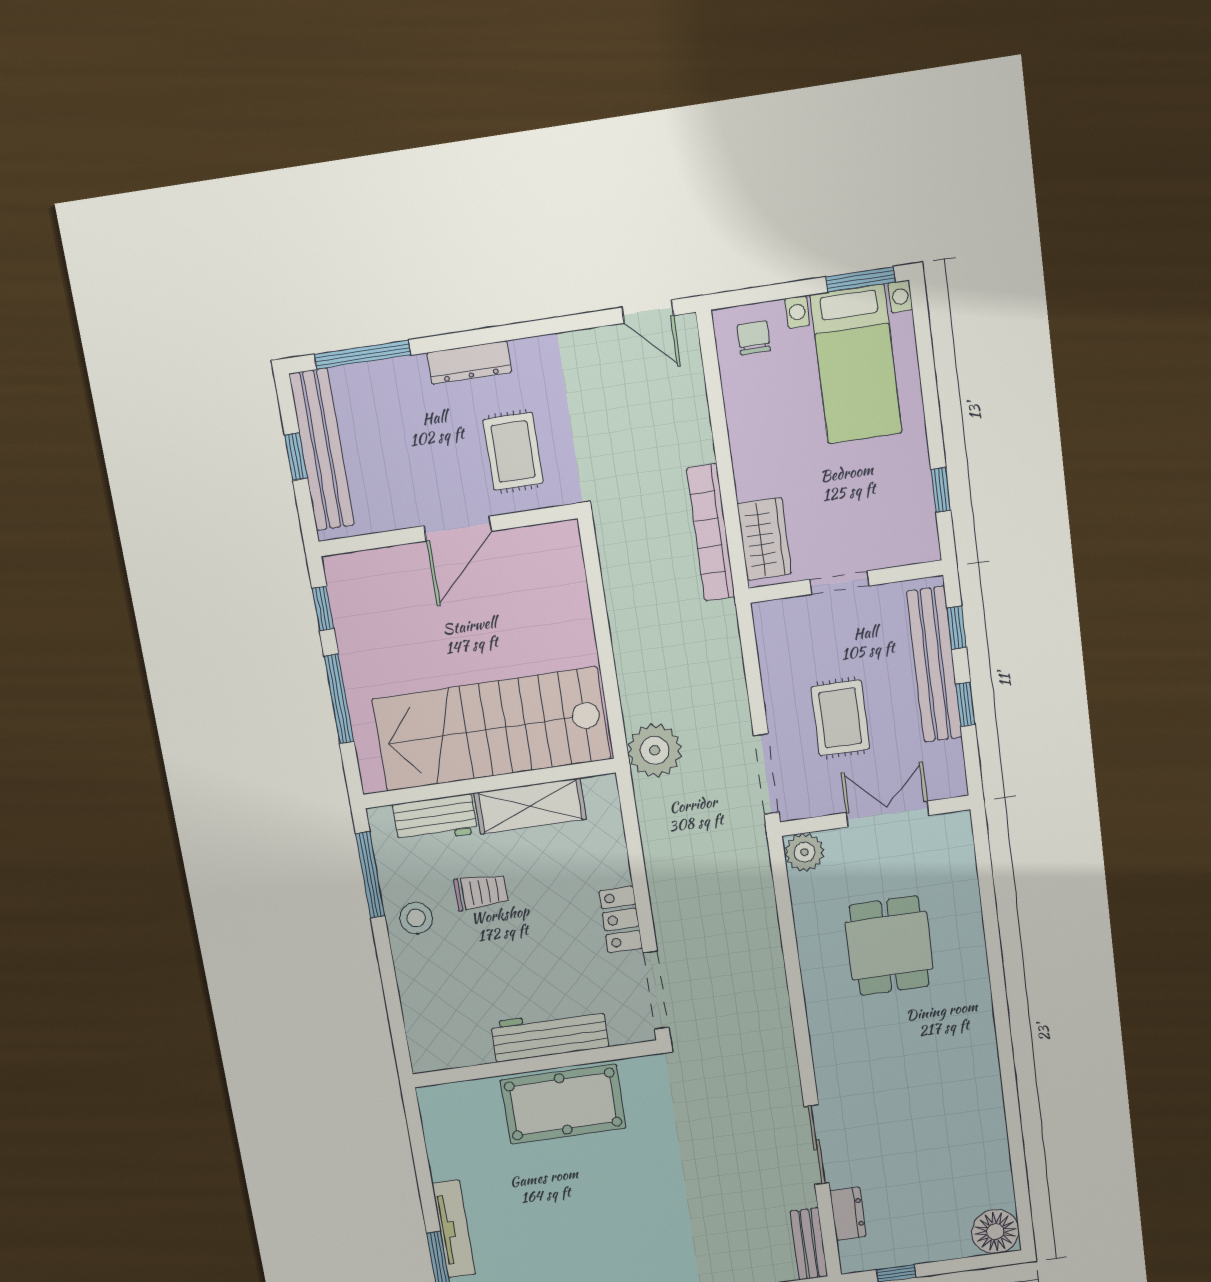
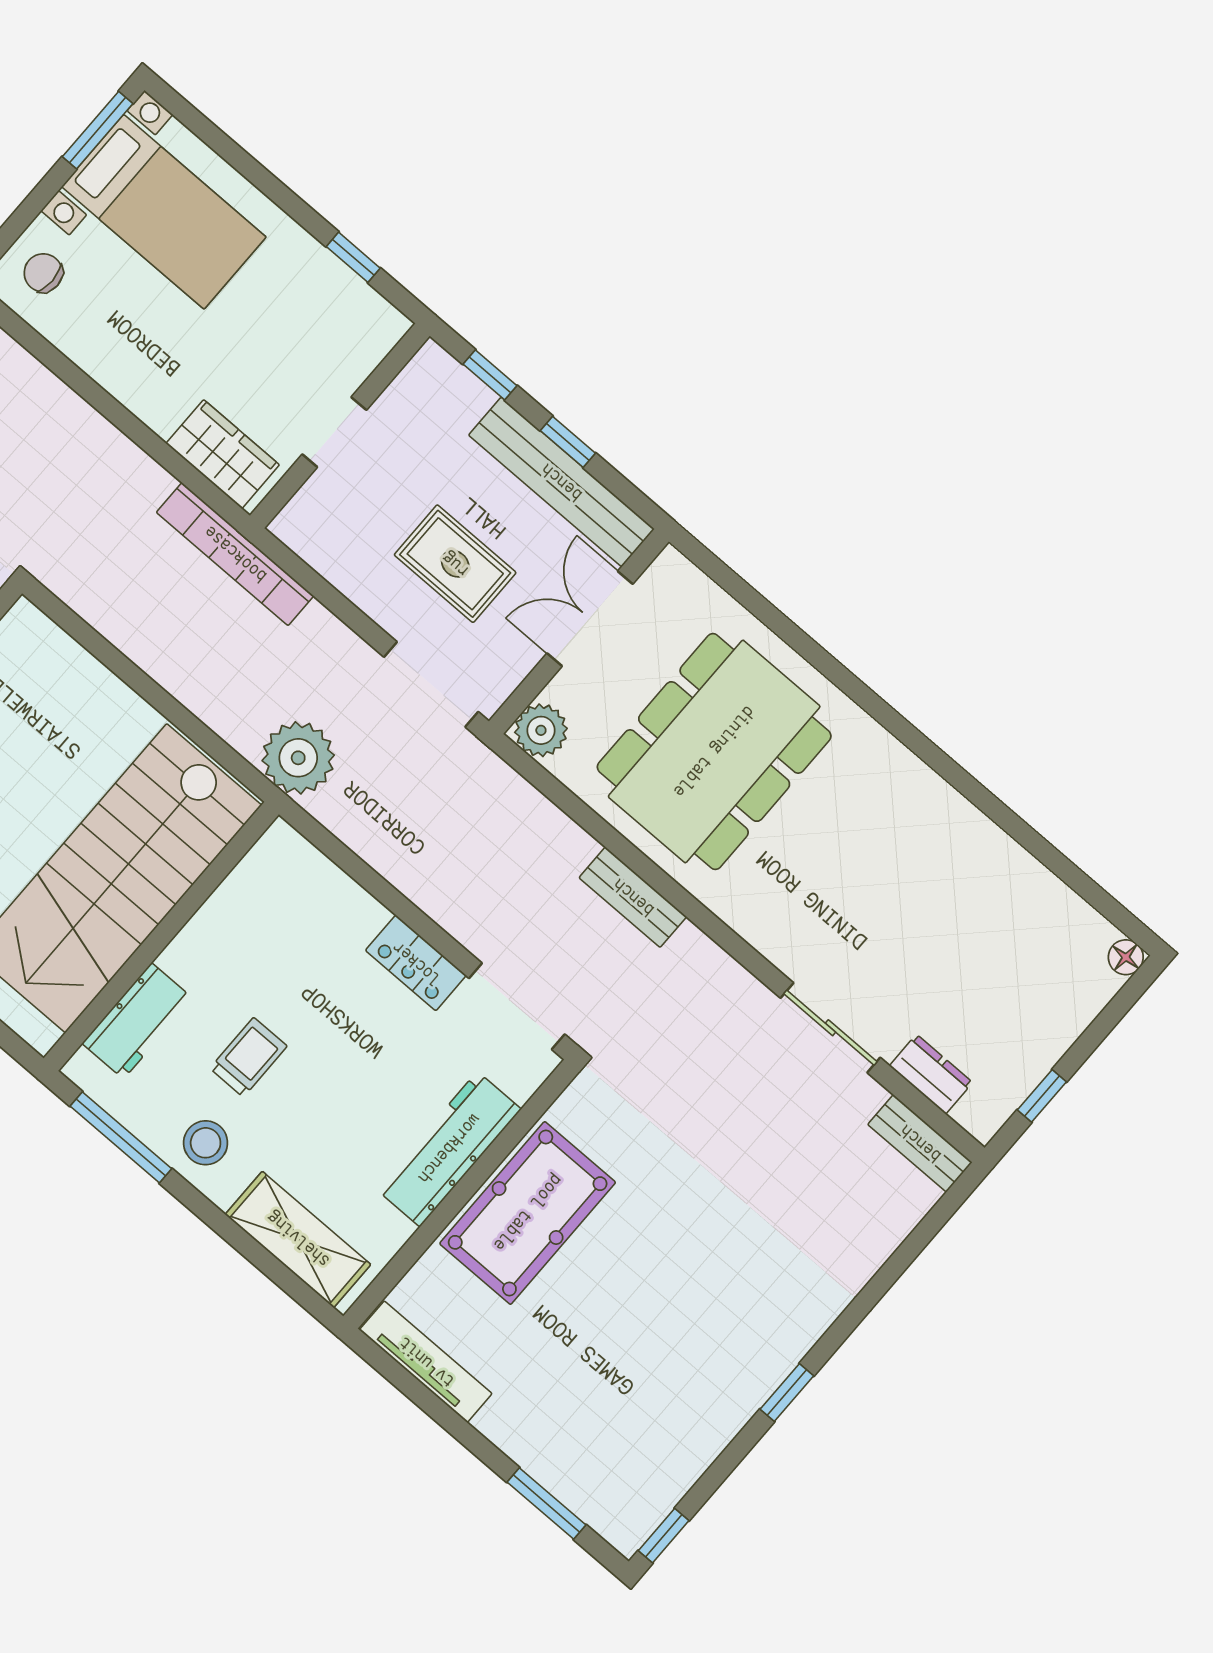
bookcase: (711, 533) -> (235, 554), moved
bench: (934, 665) -> (561, 482), moved
shelving: (530, 806) -> (298, 1239), moved, turned 90
dining table: (889, 946) -> (714, 752), width x1.88, depth x1.24
bench: (773, 986) -> (633, 897), added
tv unit: (454, 1229) -> (426, 1362), moved
floor lamp: (995, 1232) -> (1126, 957), width x0.53, depth x0.53

